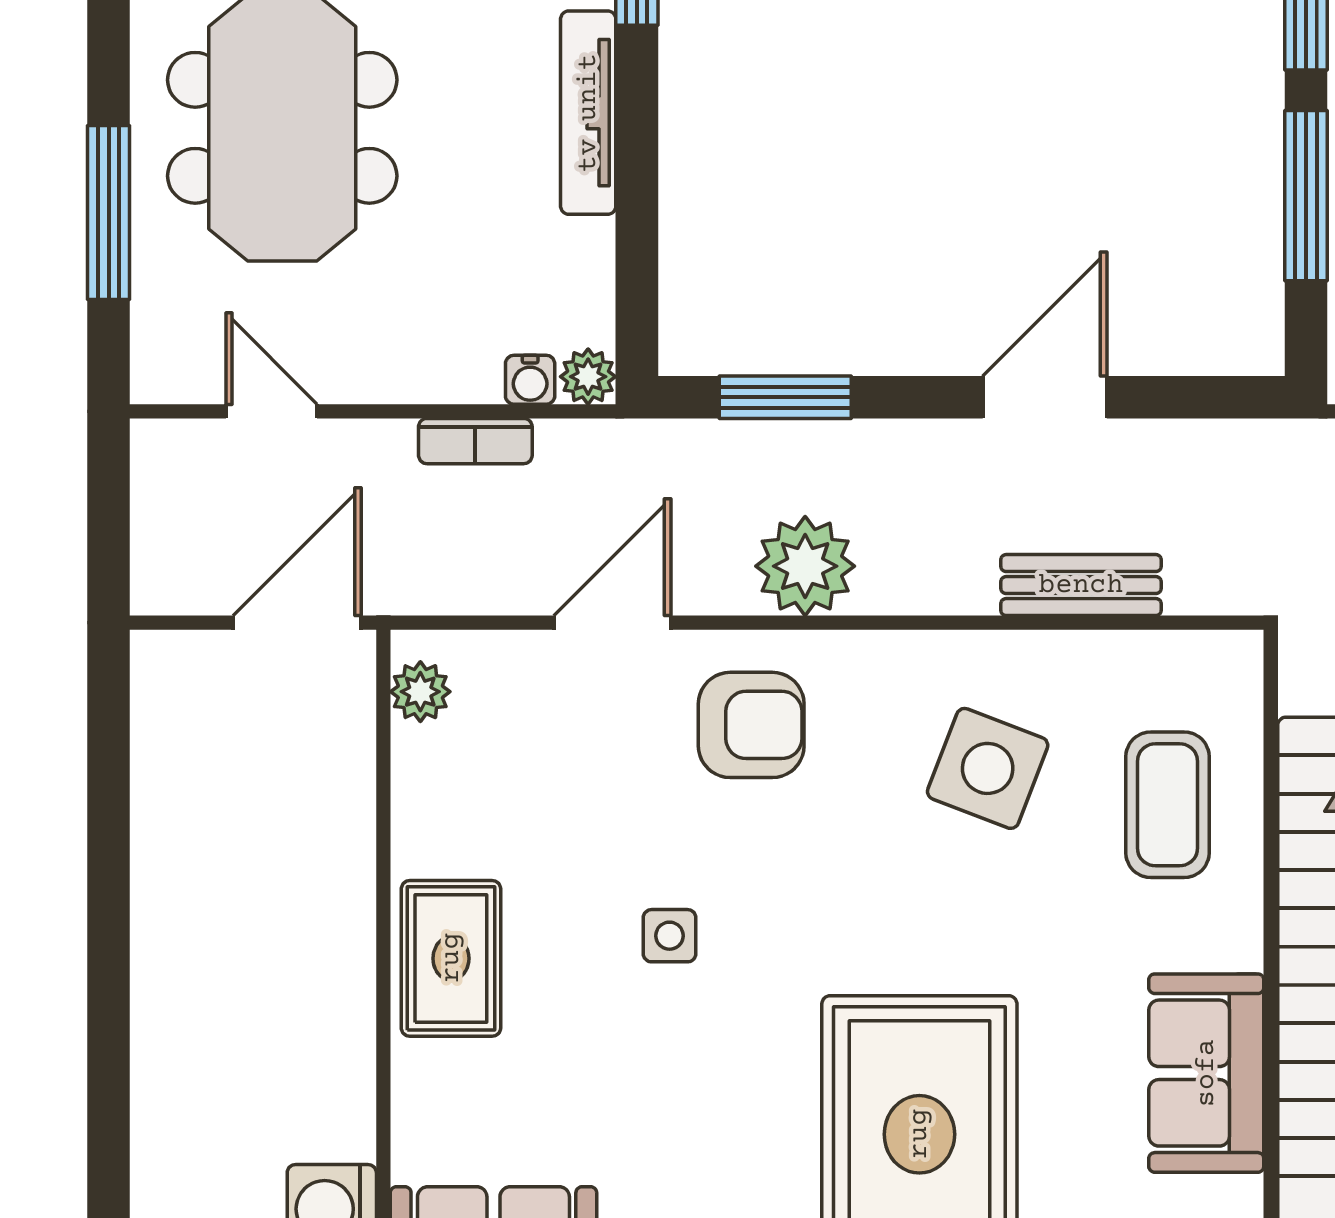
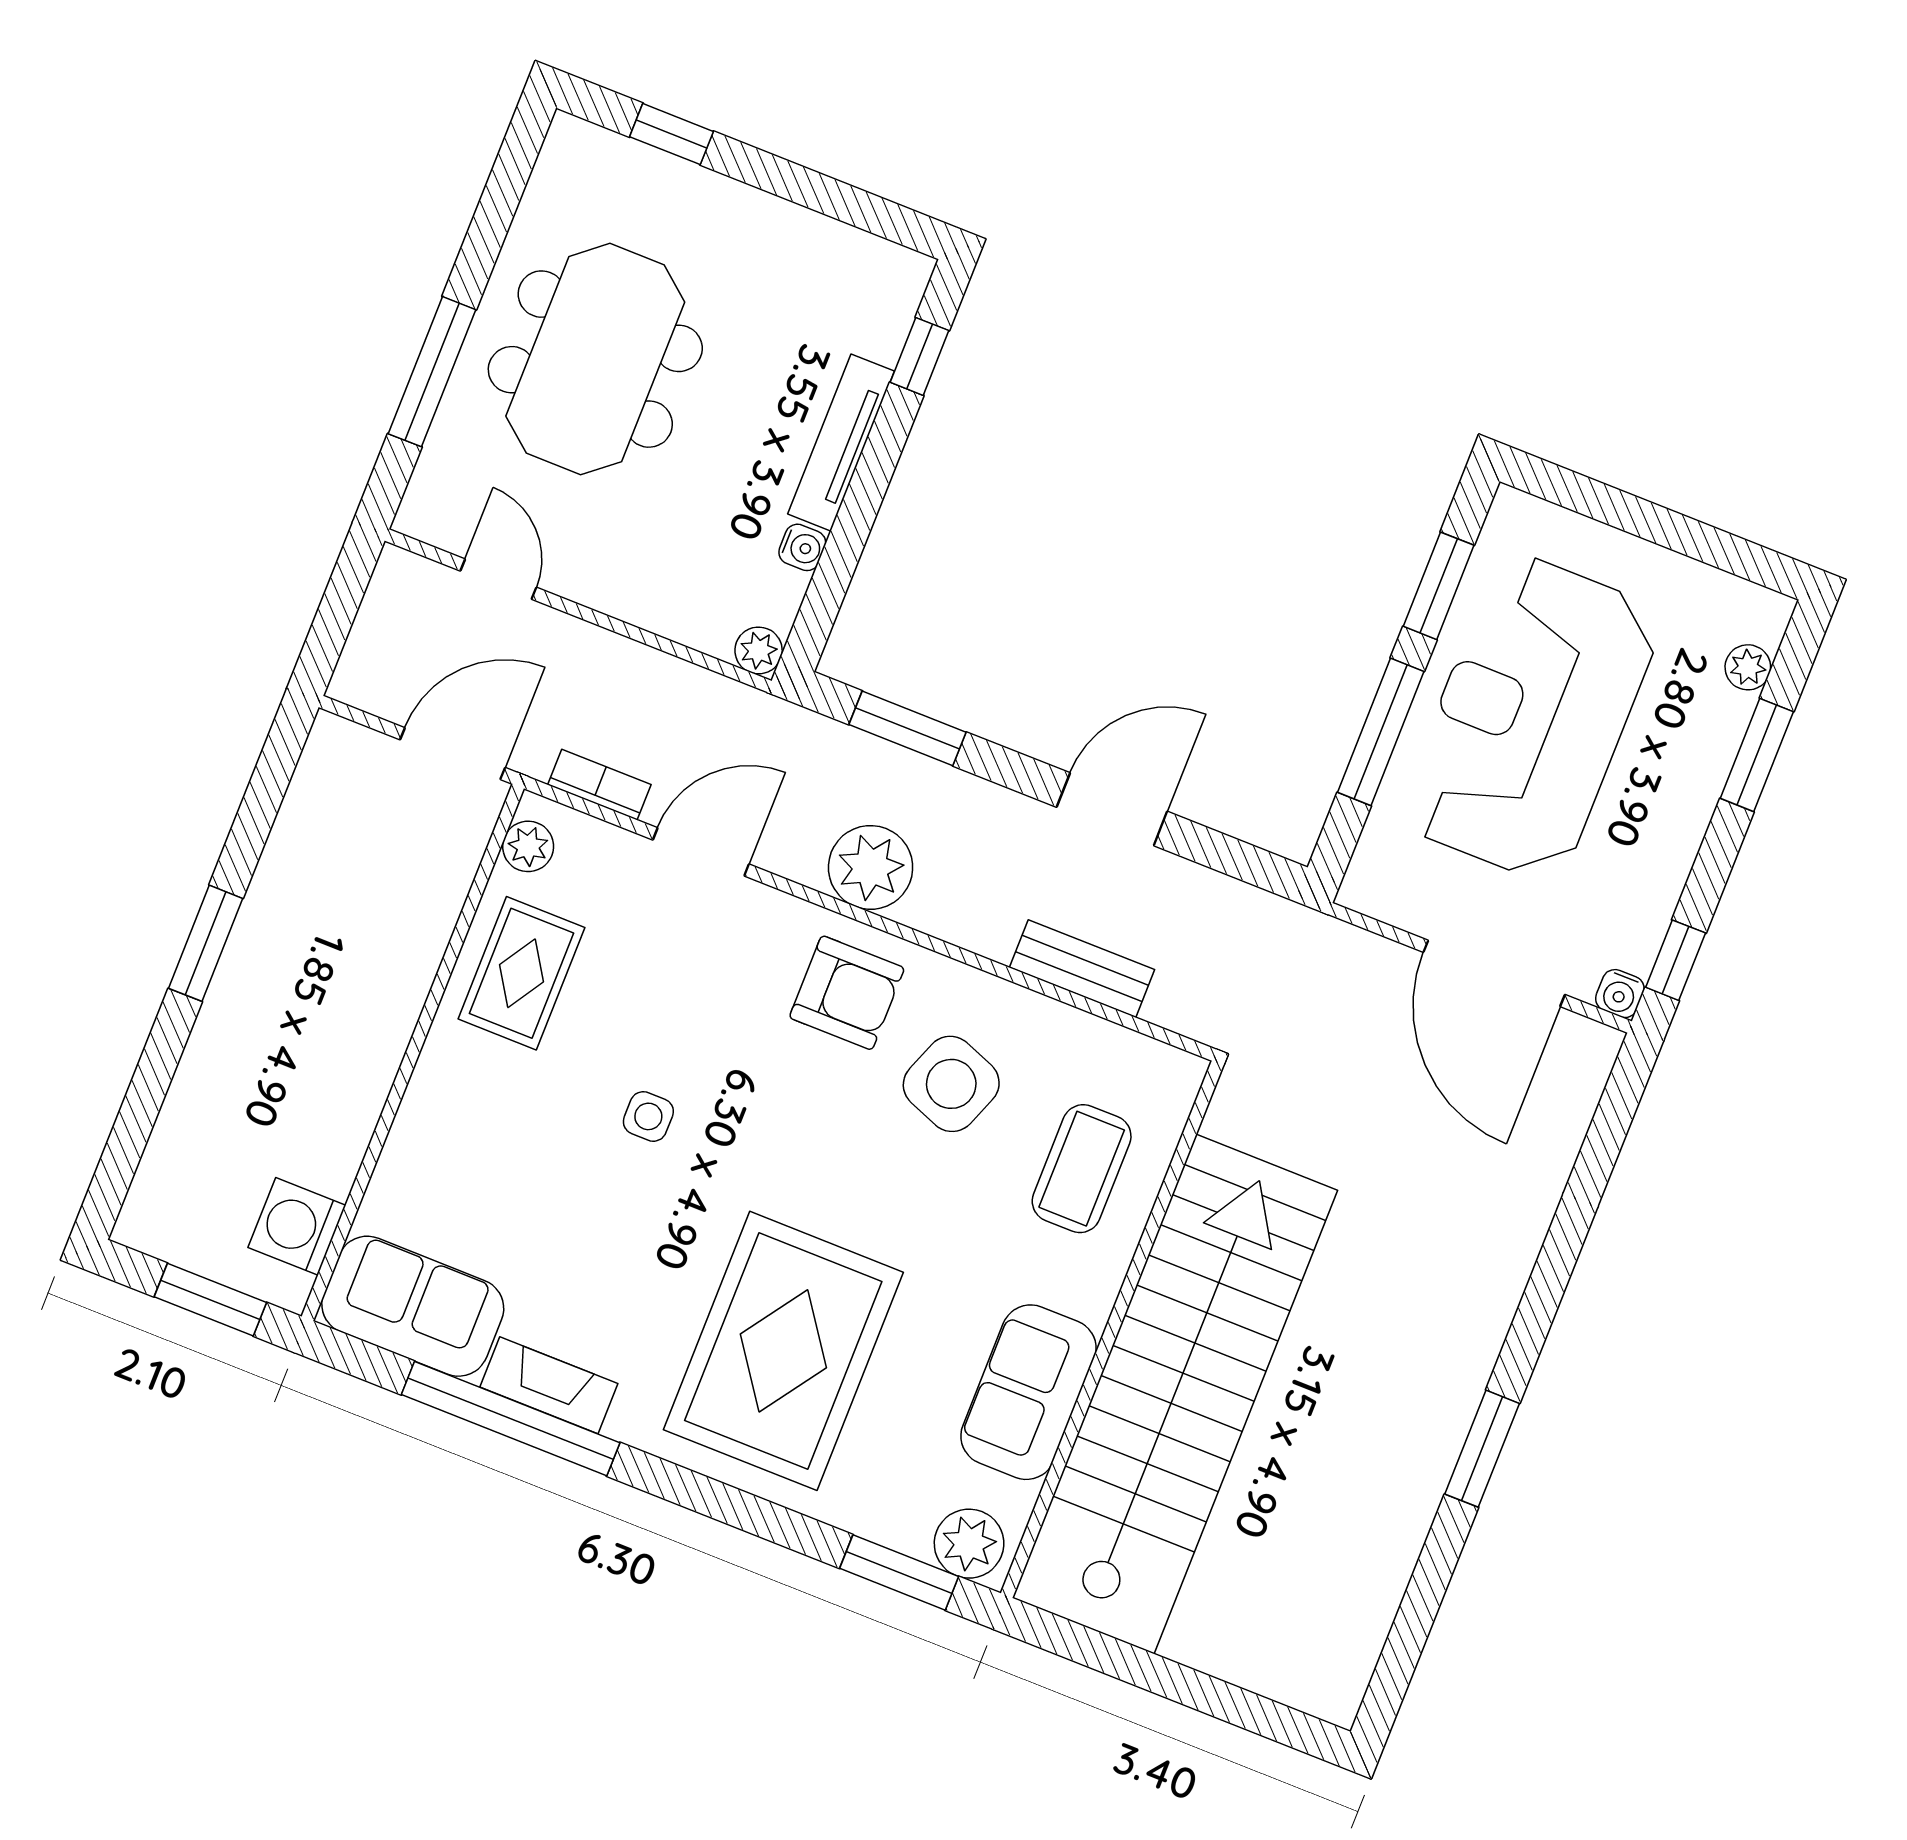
water cooler: (530, 380) -> (802, 547), moved, turned -90
bookcase: (475, 441) -> (599, 785), moved, turned 180
armchair: (751, 725) -> (847, 993), moved
window: (109, 938) -> (206, 943), added
rug: (451, 958) -> (521, 973), moved

